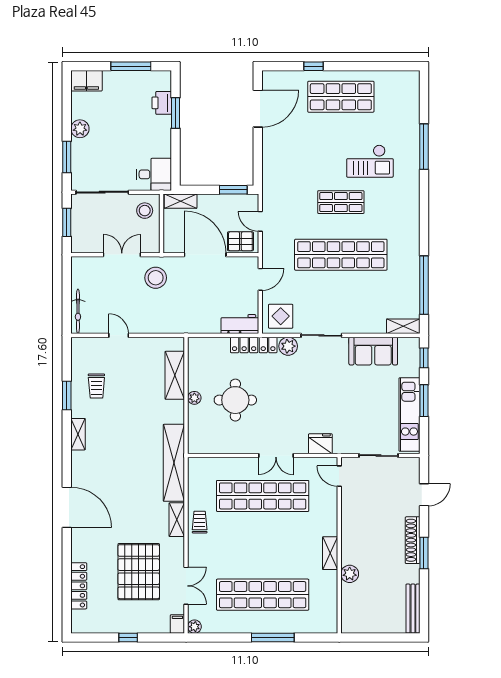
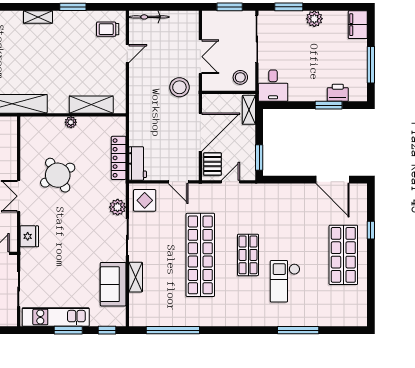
shelving: (403, 326) -> (136, 277), moved
locker: (254, 345) -> (119, 158), moved
trolley: (96, 386) -> (108, 29), moved
round table: (235, 400) -> (58, 175), moved, turned -31

